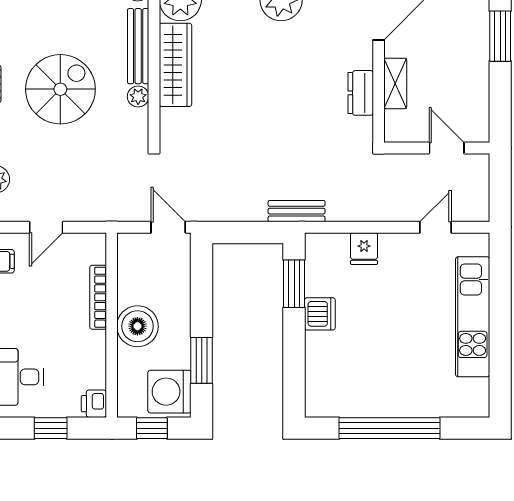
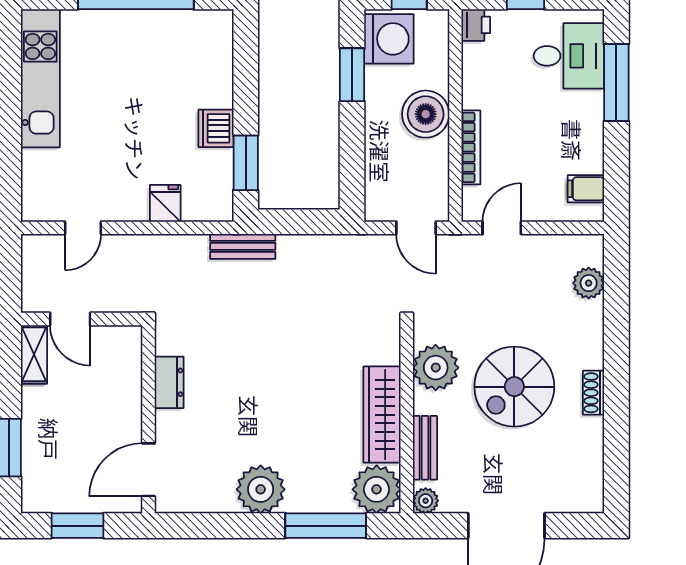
bench: (138, 46) -> (425, 448), width x0.73
shelving: (395, 83) -> (34, 354), moved
plant: (138, 97) -> (436, 368), width x1.88, depth x1.88
door: (46, 227) -> (502, 228), moved
door: (168, 227) -> (416, 228), moved
kitchen unit: (473, 317) -> (40, 78), moved

